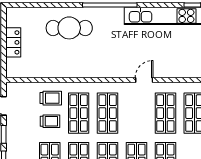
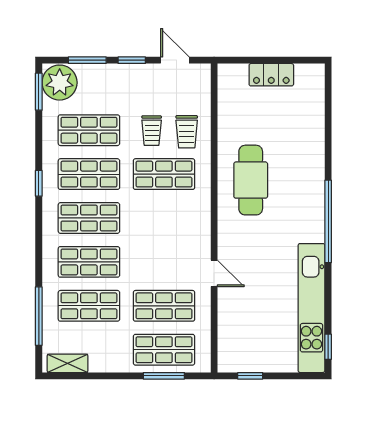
cafe table: (69, 28) -> (251, 180), moved
shop shelf: (108, 113) -> (164, 218), removed

